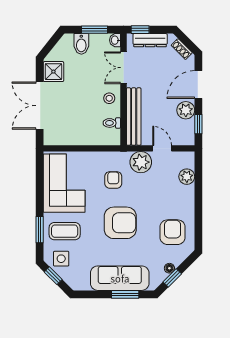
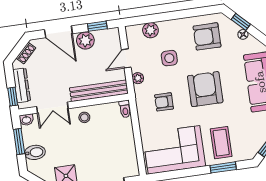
toilet: (112, 123) -> (125, 109), moved
plant: (141, 162) -> (138, 78), width x0.53, depth x0.53
side table: (61, 259) -> (169, 58), moved
window: (172, 278) -> (241, 22), moved

